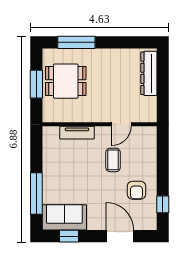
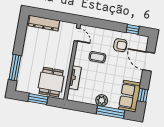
dining table: (66, 81) -> (51, 82), moved
door: (121, 124) -> (77, 35), moved
plant: (51, 178) -> (102, 100), added
door: (120, 236) -> (149, 62), hinge flipped

